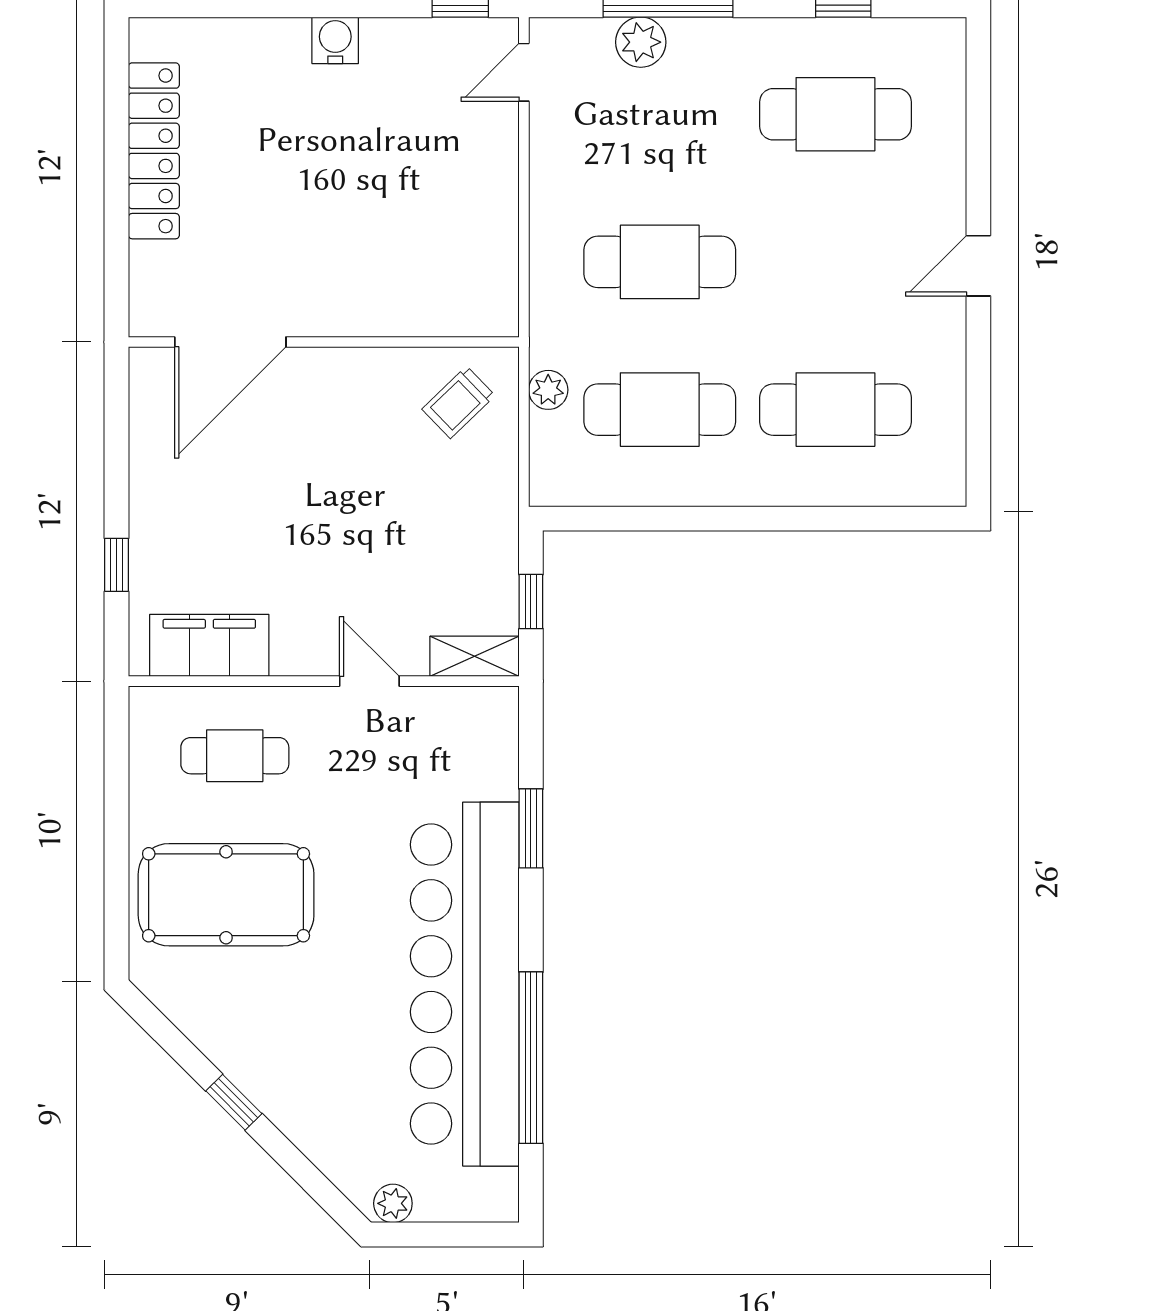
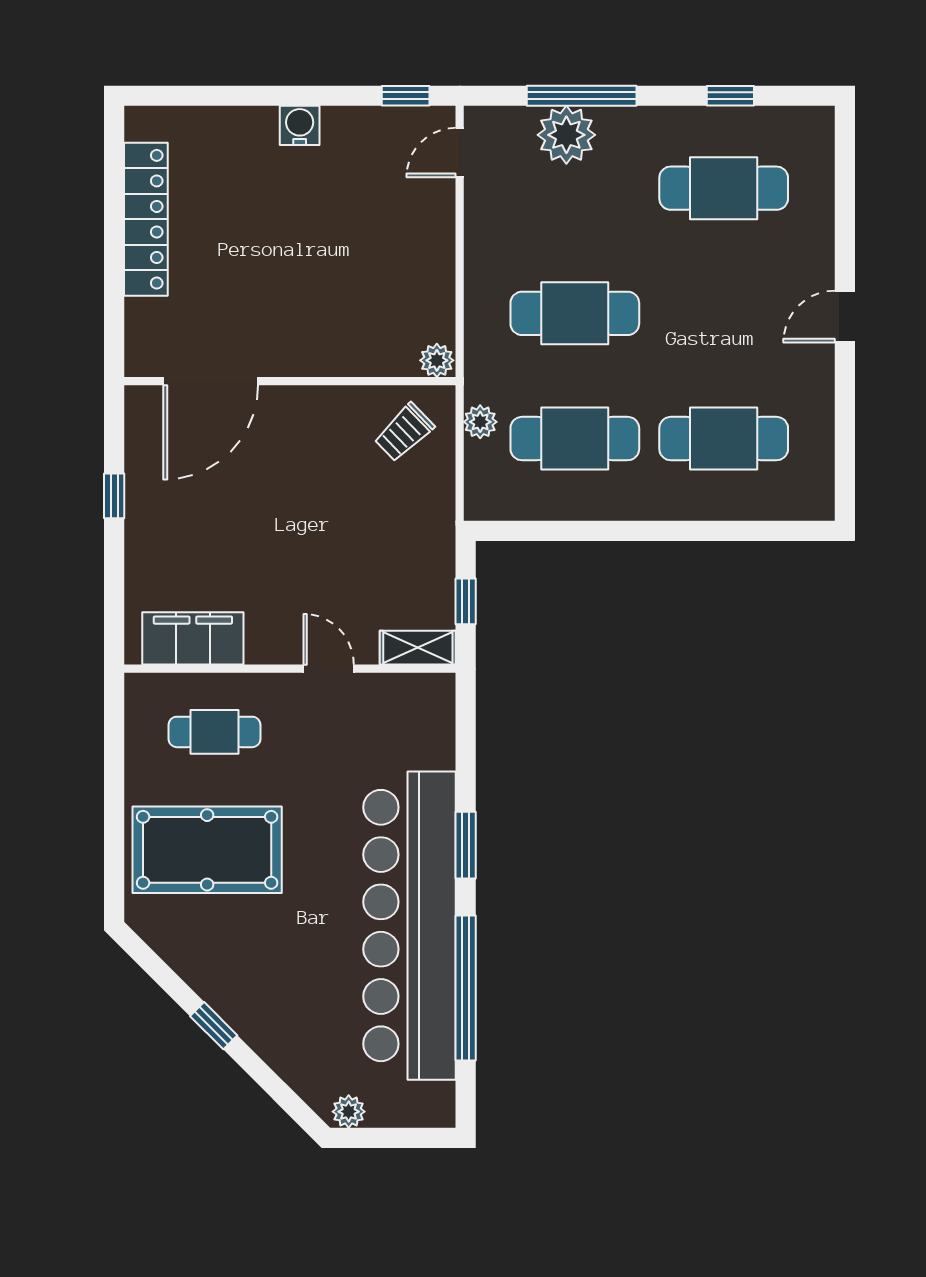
plant: (641, 42) -> (566, 135), width x1.36, depth x1.36
plant: (497, 317) -> (437, 360), added
window: (117, 565) -> (114, 496), moved
window: (531, 828) -> (466, 845), moved

